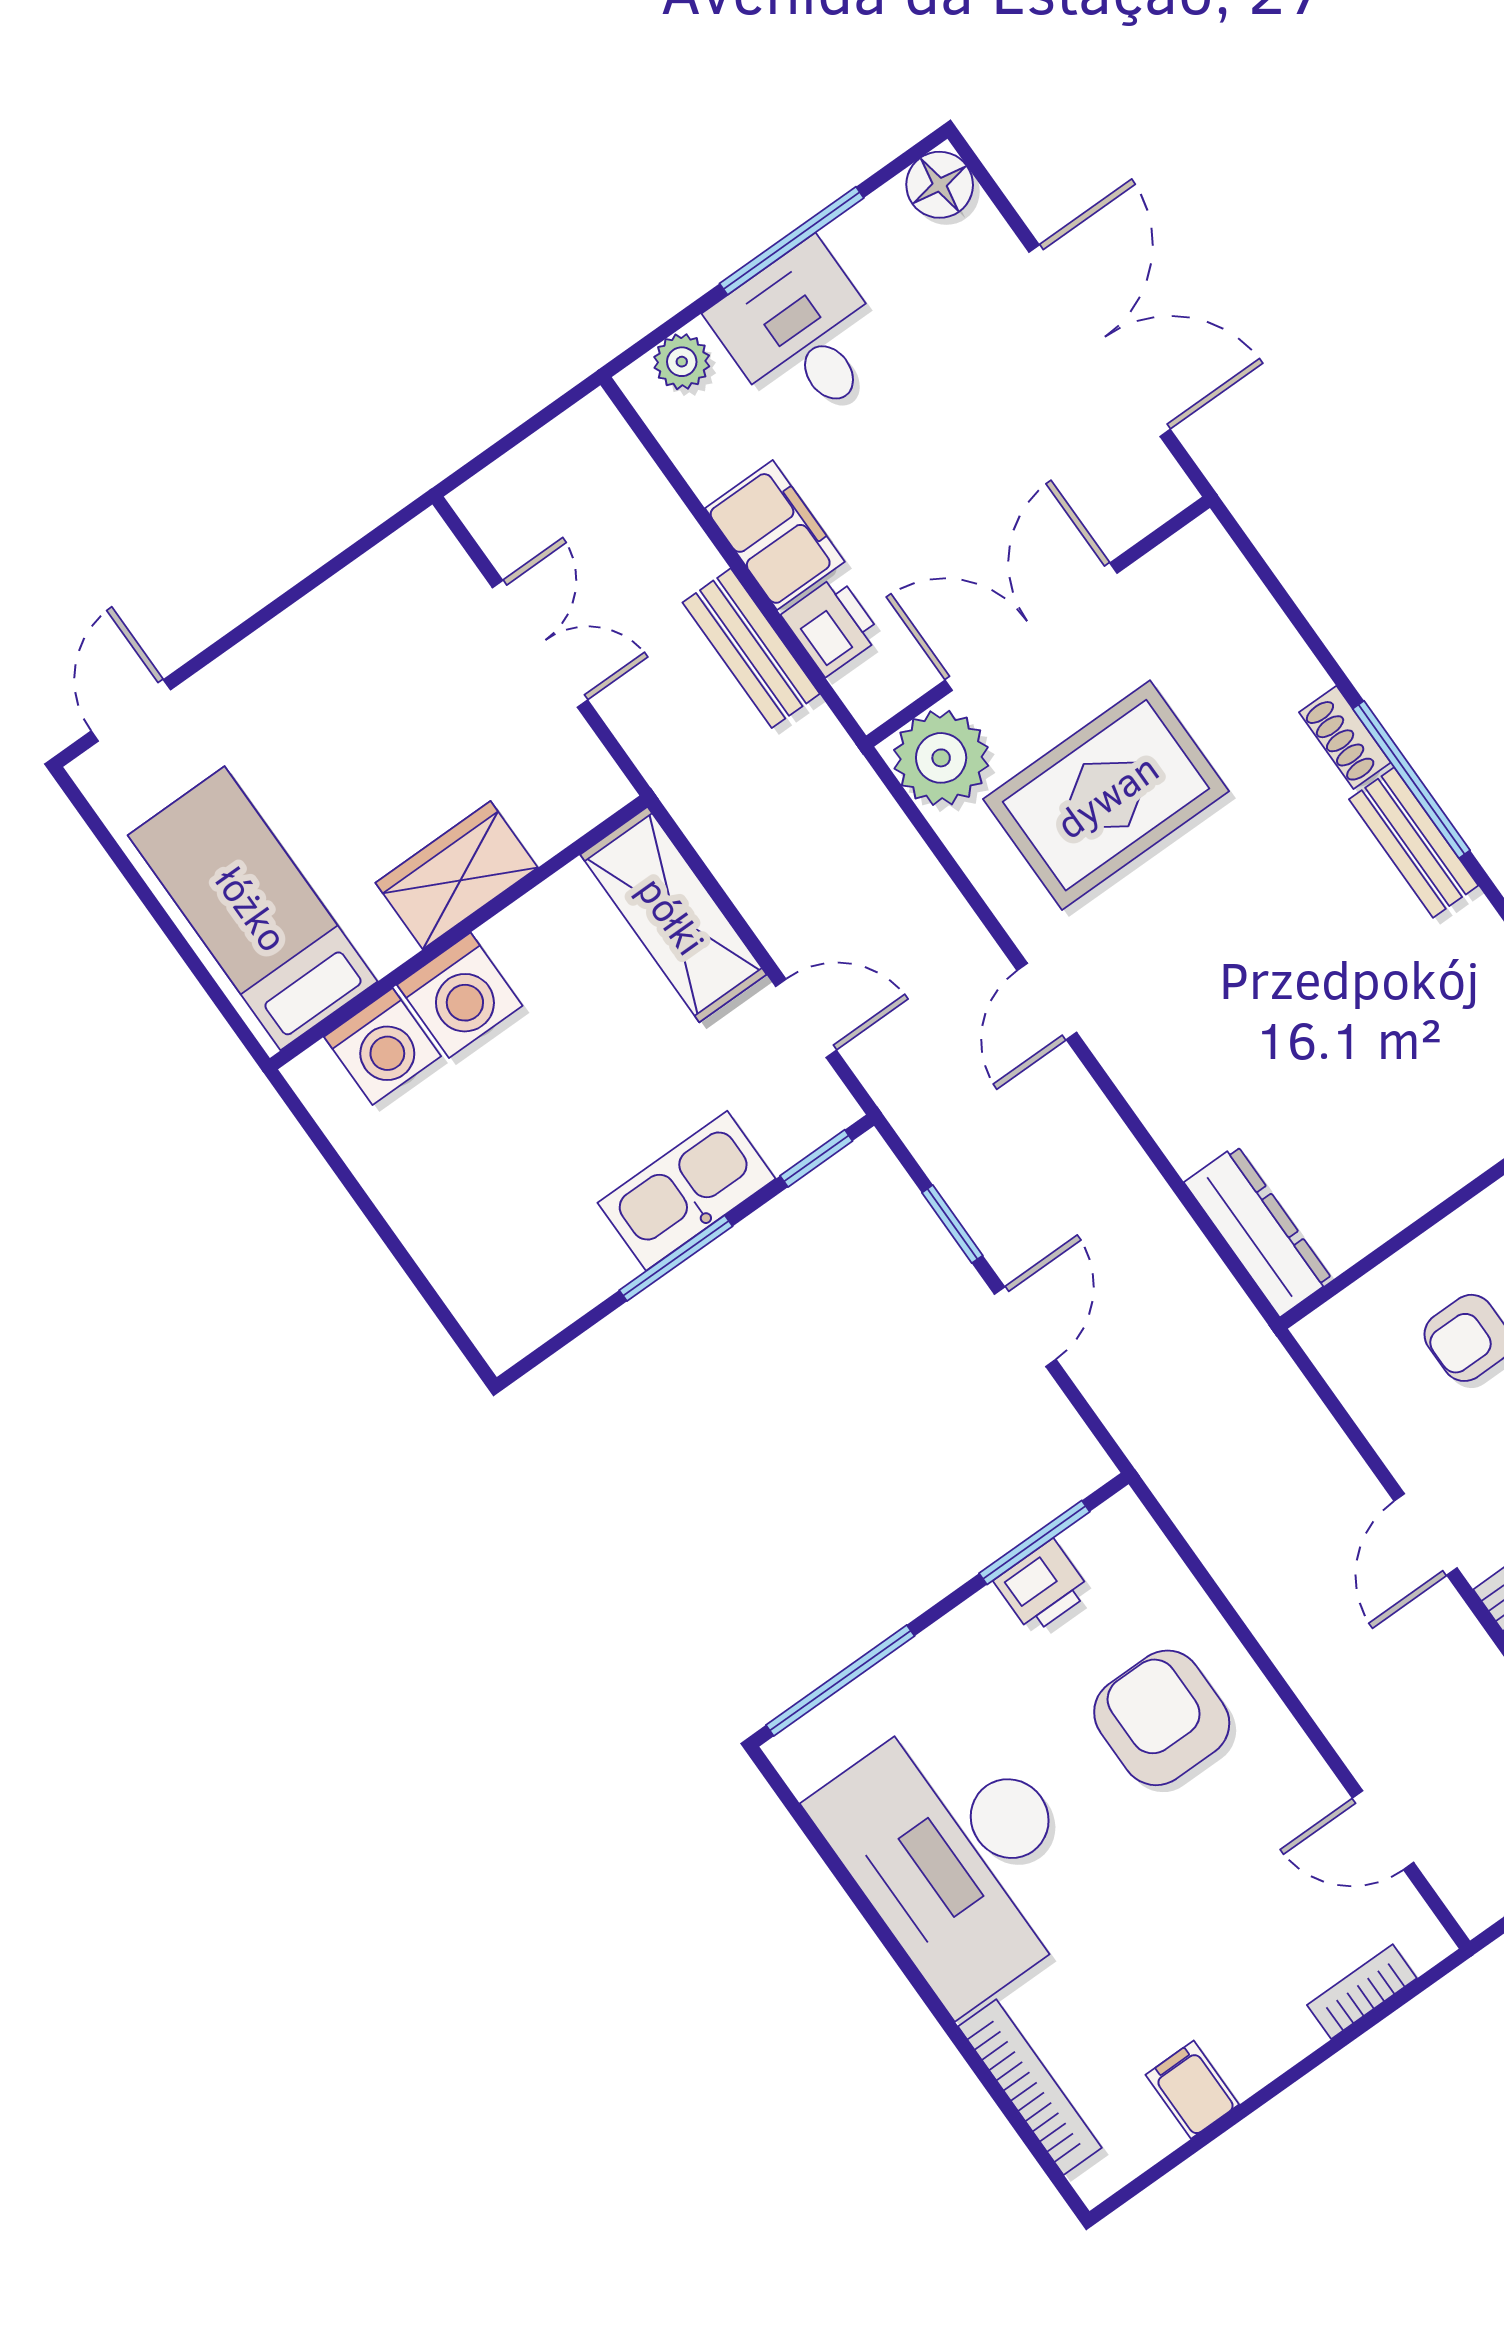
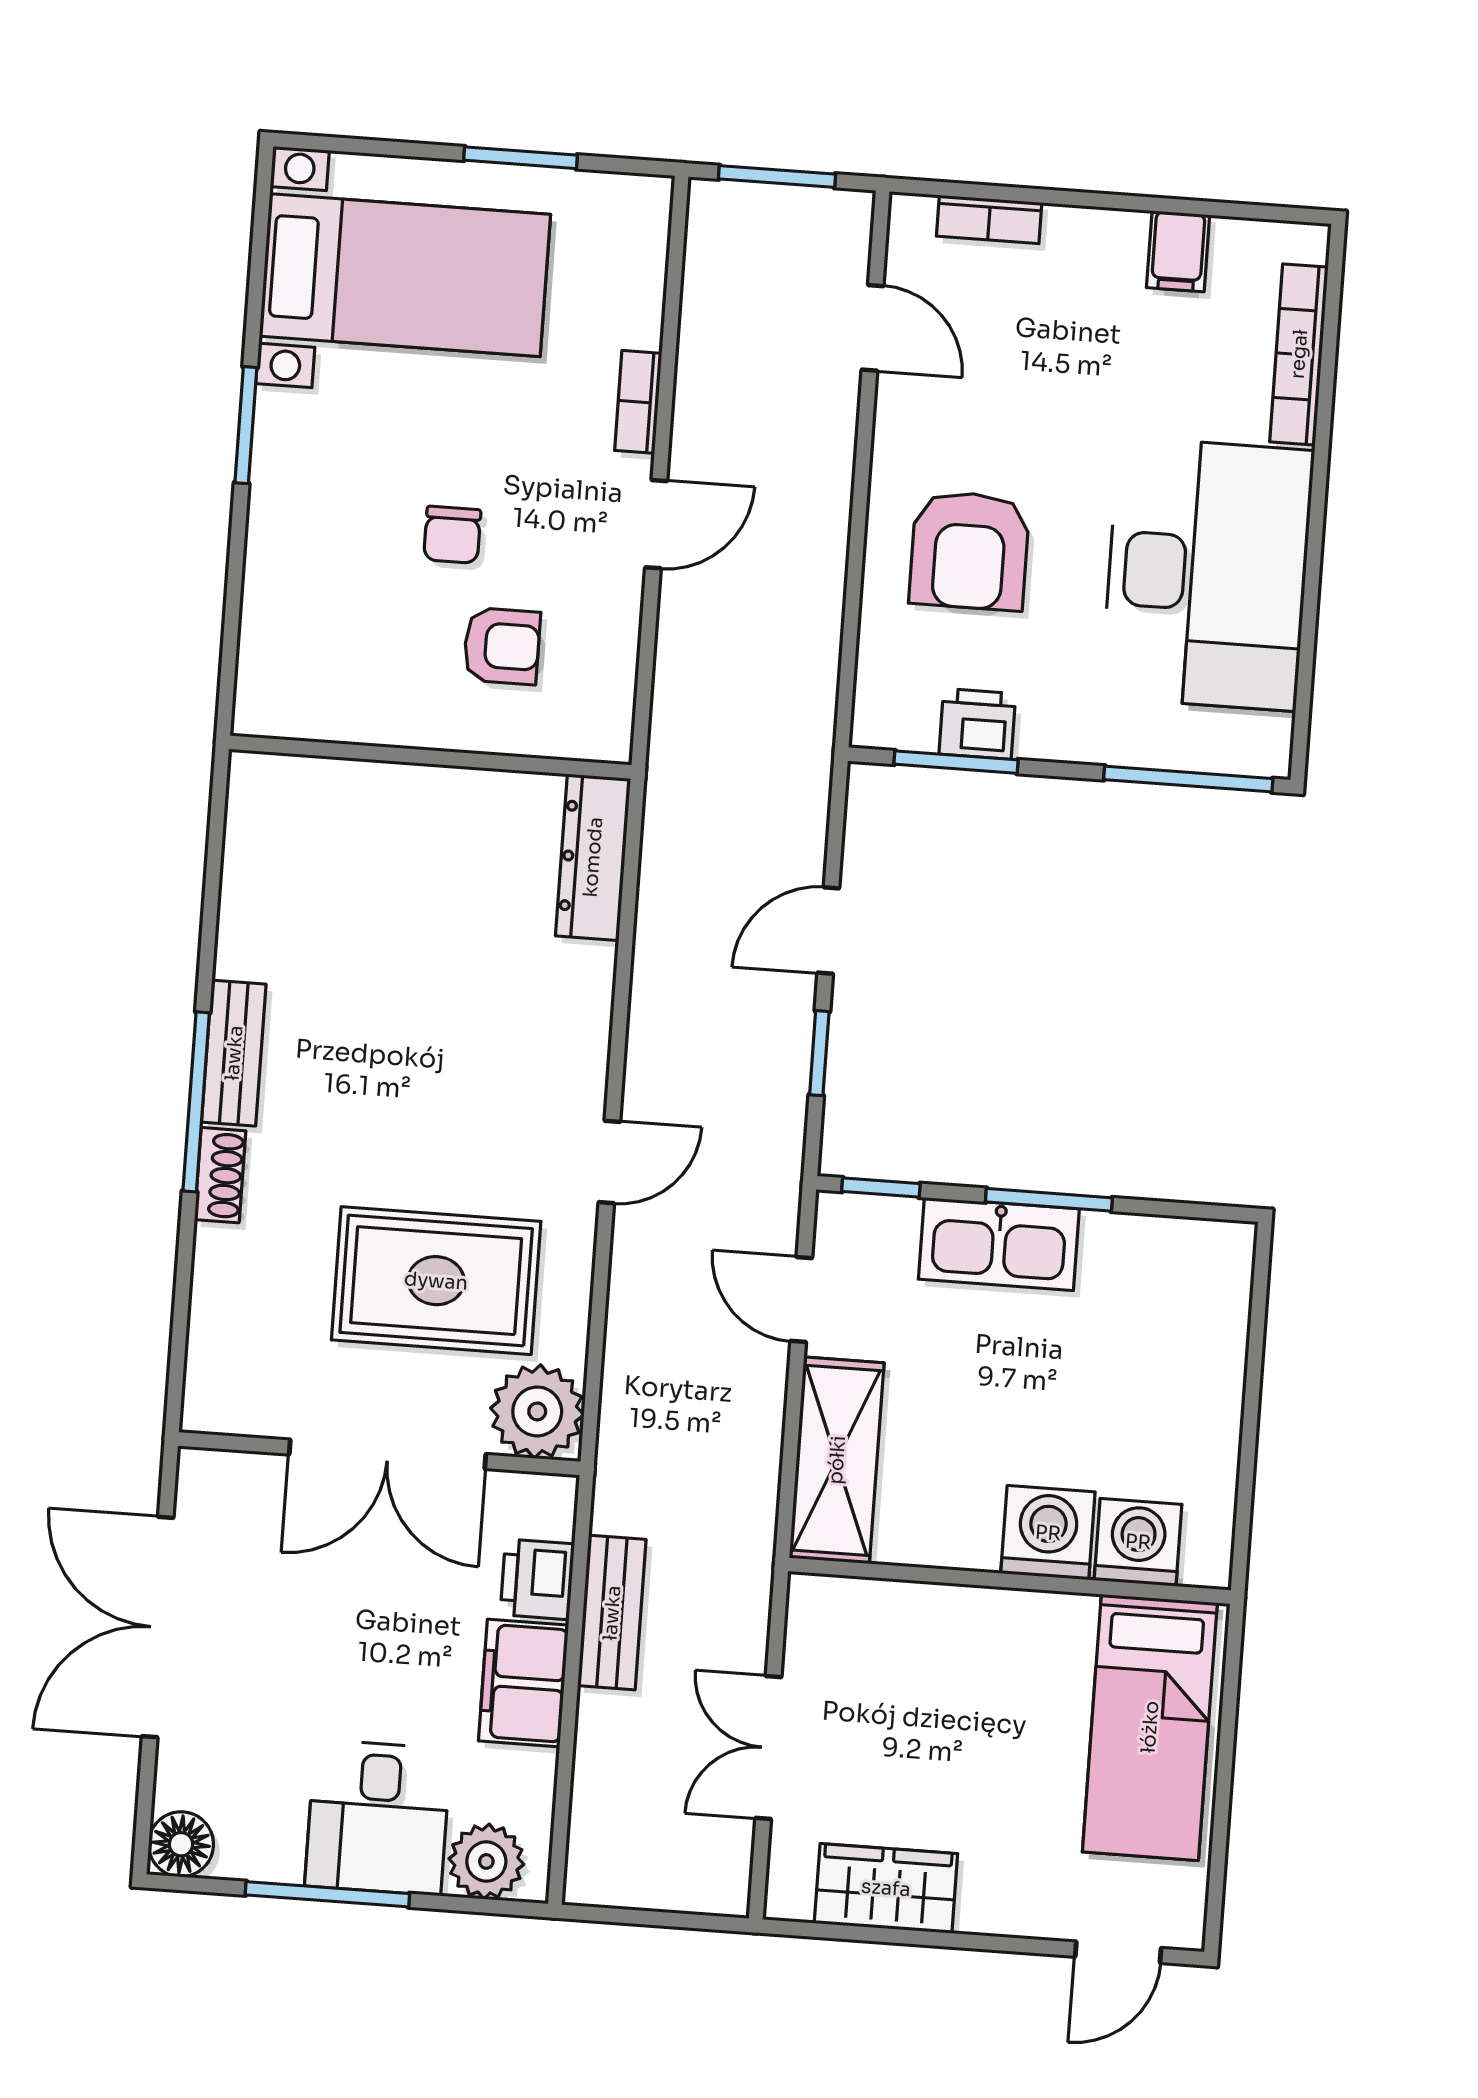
plant: (682, 362) -> (486, 1861), width x1.38, depth x1.38
wardrobe: (457, 875) -> (886, 1888), moved, turned 180

